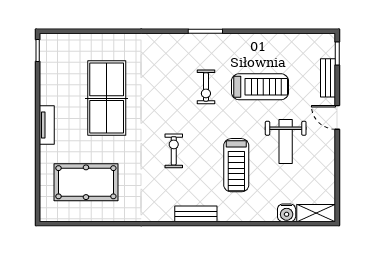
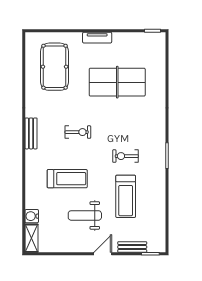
treadmill: (236, 165) -> (67, 179), turned 180
bench: (196, 214) -> (31, 133), moved

